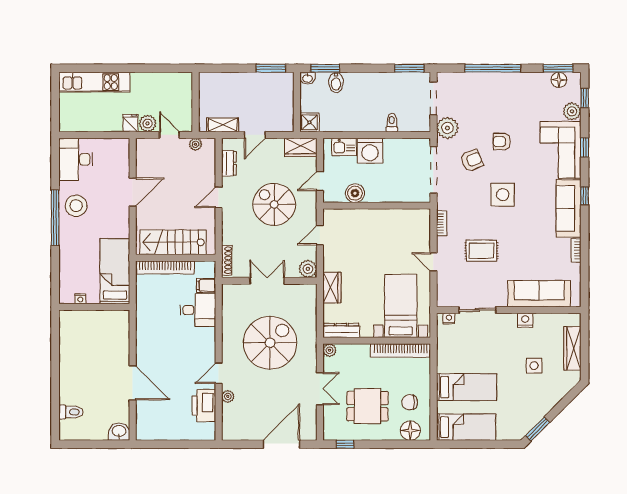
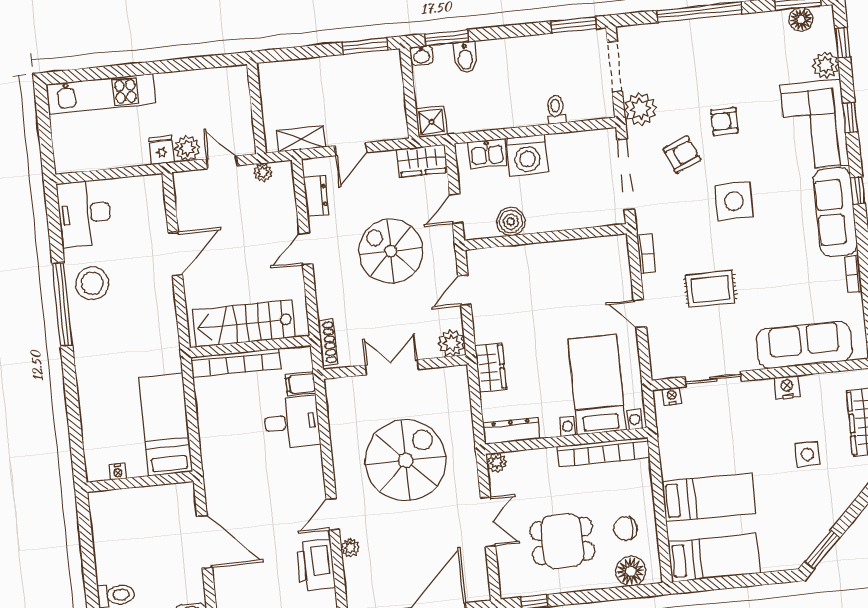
bed: (115, 271) -> (166, 425), moved
nightstand: (80, 299) -> (118, 472), moved
wall: (94, 307) -> (140, 482), moved

